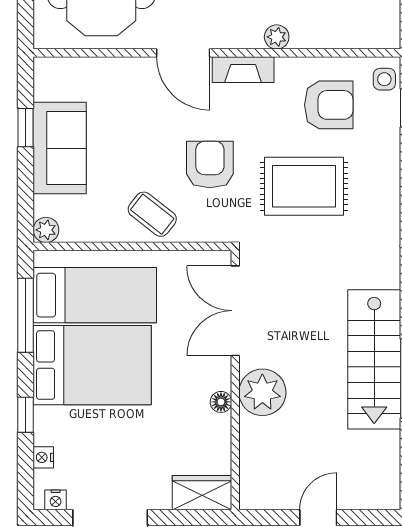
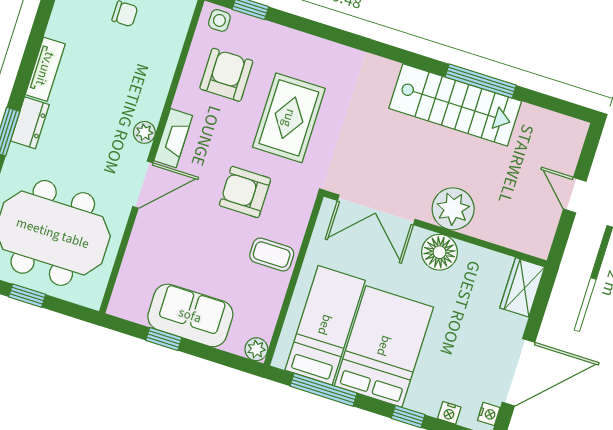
plant: (277, 37) -> (144, 132), moved
coffee table: (152, 214) -> (272, 255), turned 52
floor lamp: (221, 402) -> (439, 252), width x1.89, depth x1.89

